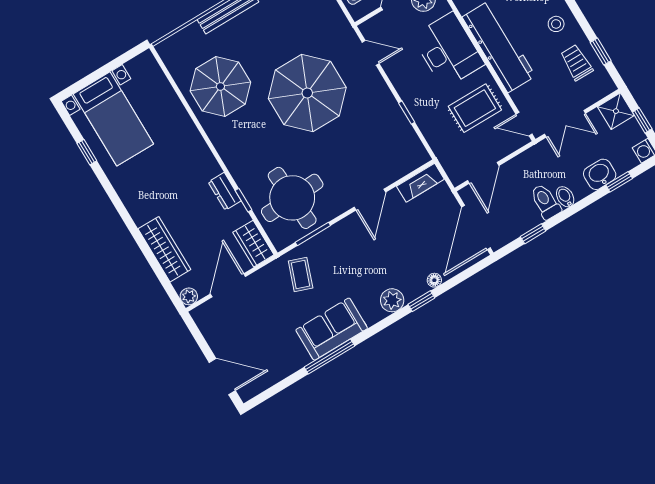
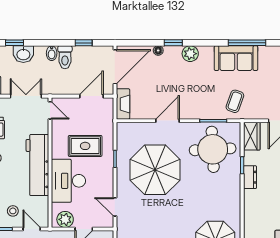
parasol: (307, 93) -> (155, 170), moved
rug: (475, 108) -> (85, 146), moved
fireplace: (420, 183) -> (123, 104), moved, turned 90

